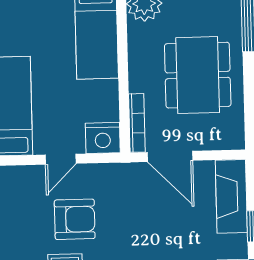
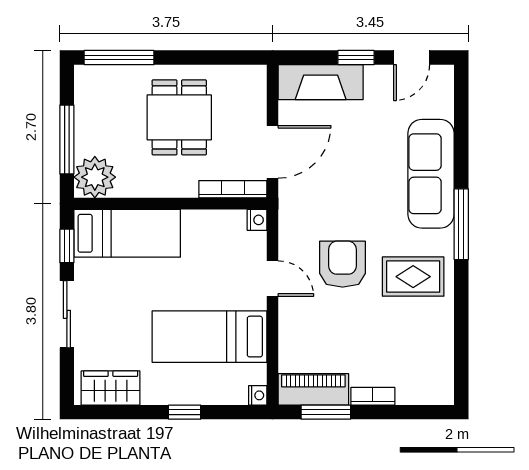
dining table: (198, 75) -> (179, 117), width x0.73
nightstand: (103, 138) -> (257, 220), width x0.53, depth x0.56

